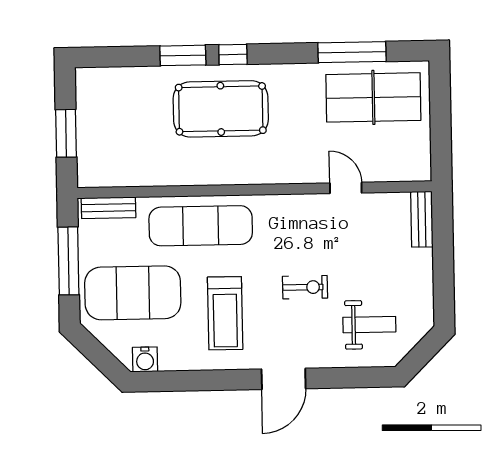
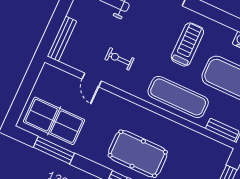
bench: (422, 219) -> (62, 39), width x1.36
exercise bike: (305, 287) -> (119, 59), moved

